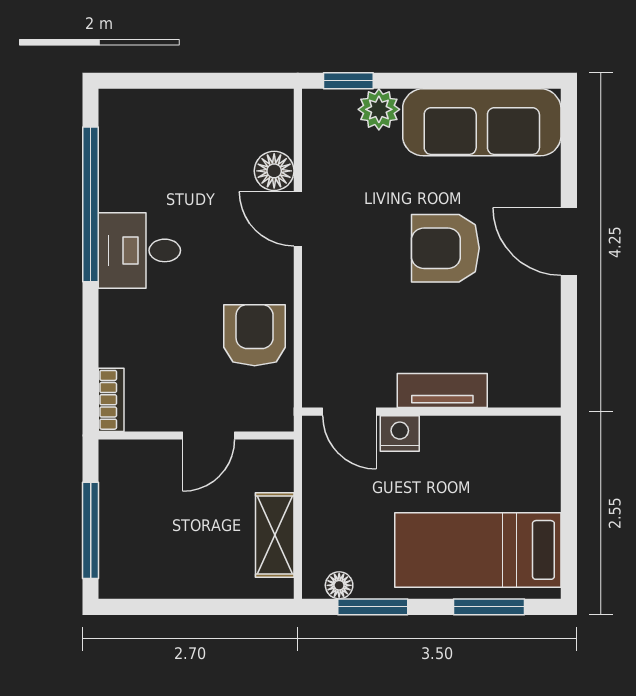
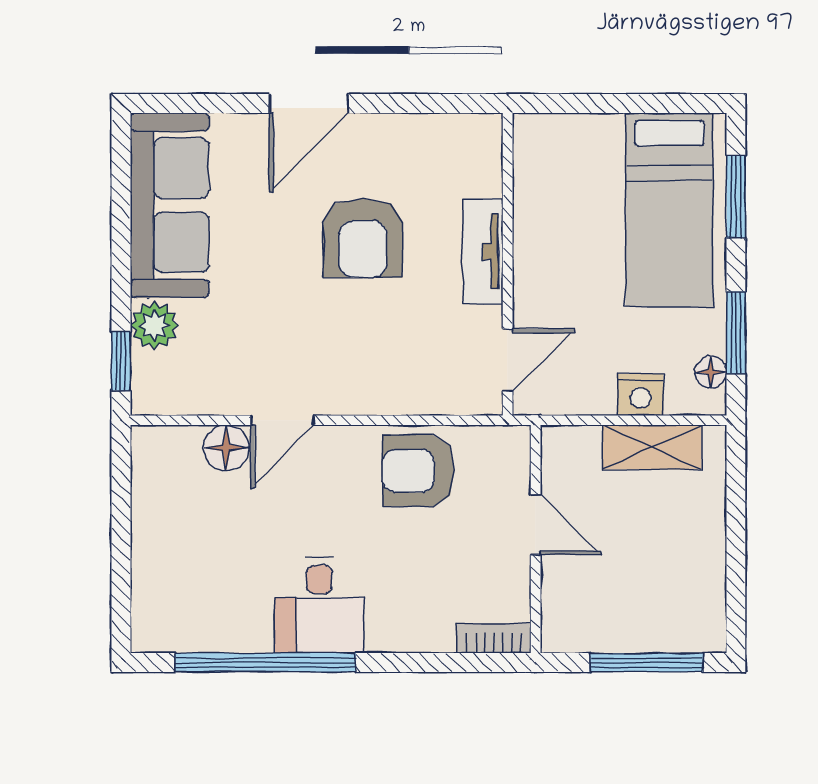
armchair: (445, 248) -> (363, 238), moved
nightstand: (400, 433) -> (640, 395), moved, turned -90

